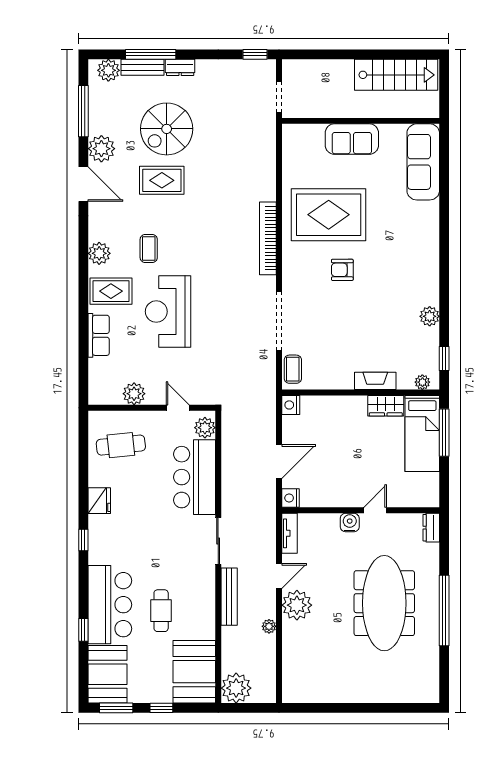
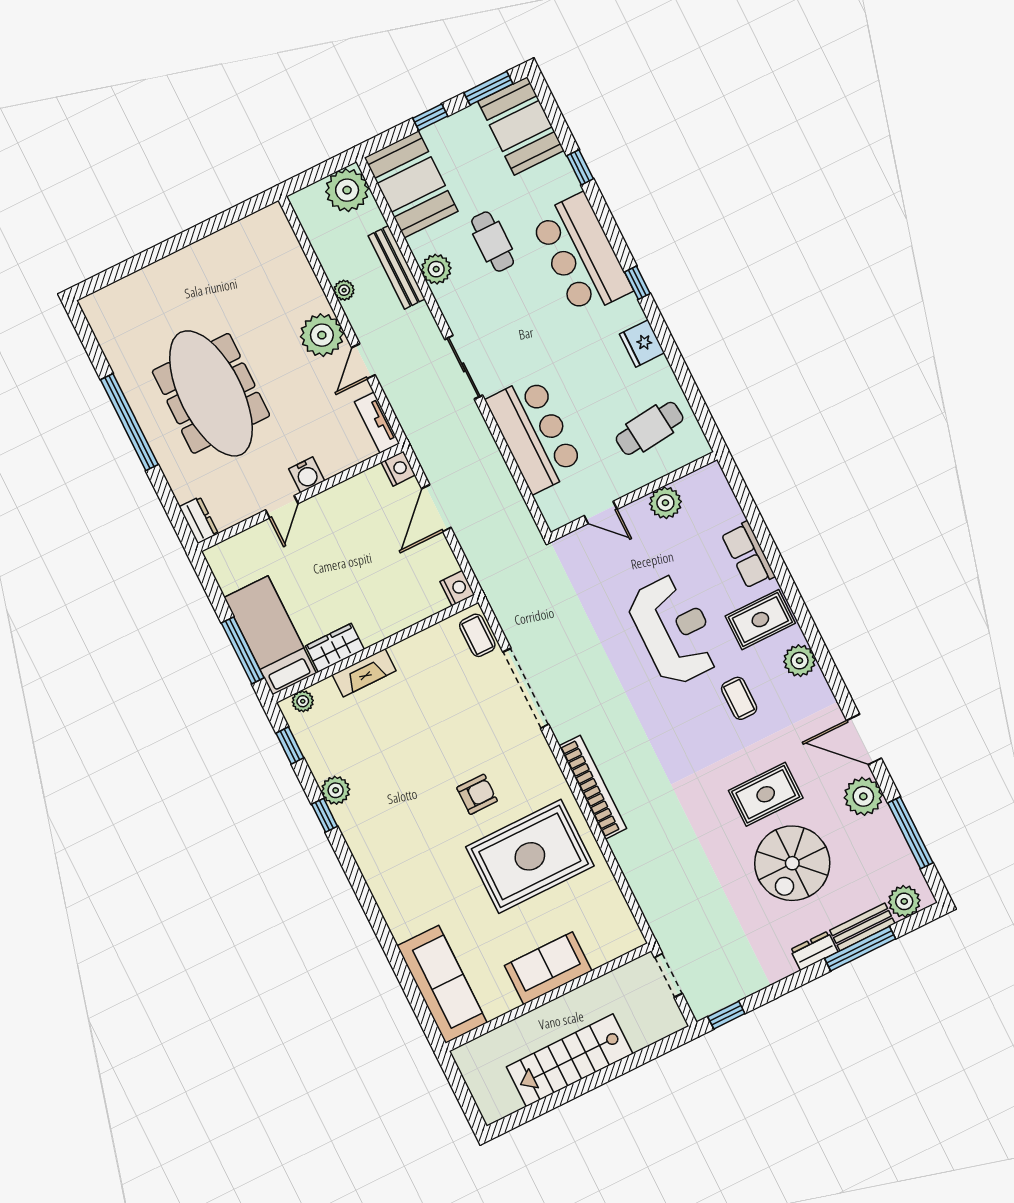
stairs: (396, 75) -> (570, 1060), moved
spiral stairs: (167, 129) -> (792, 863), turned 180
window: (444, 304) -> (325, 815), added
plant: (205, 428) -> (436, 269), moved
bench: (229, 597) -> (397, 267), moved
bar counter: (110, 605) -> (581, 255), moved

